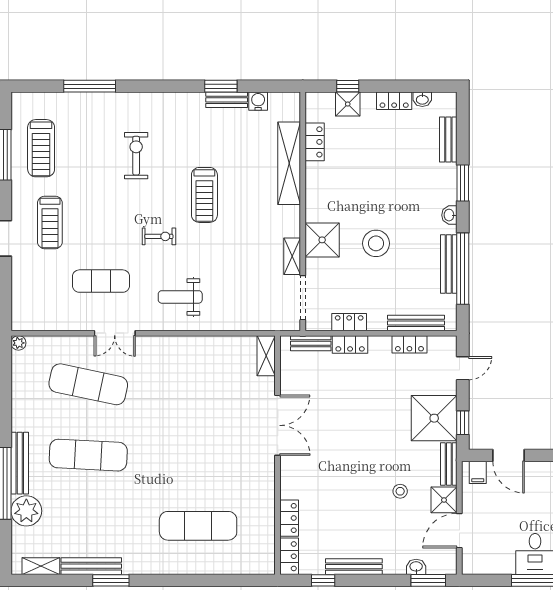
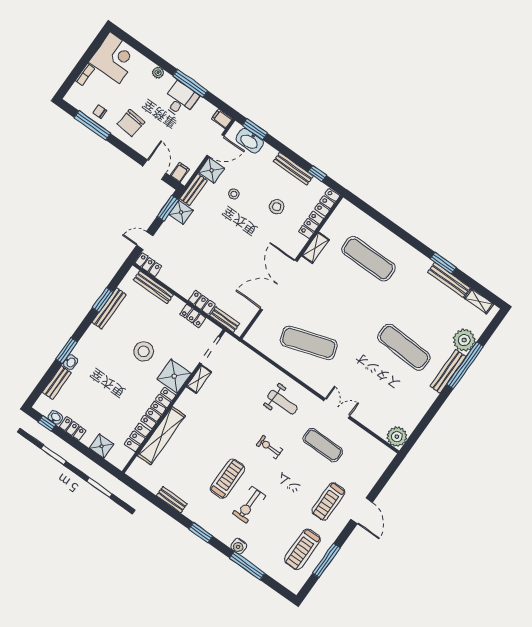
window: (221, 86) -> (201, 533), moved
window: (348, 86) -> (47, 423), moved
water cooler: (258, 101) -> (239, 546), moved
treadmill: (41, 148) -> (302, 549), turned 180
locker: (315, 192) -> (158, 408), added
treadmill: (204, 195) -> (228, 479), moved
washbasin: (449, 215) -> (70, 362), moved
treadmill: (50, 222) -> (328, 501), turned 180
window: (463, 269) -> (103, 300), width x0.47
plant: (18, 343) -> (397, 437), width x1.88, depth x1.88
locker: (409, 344) -> (148, 265), moved
shelving: (266, 356) -> (315, 248), moved
exercise mat: (88, 384) -> (309, 343), moved, turned -30
shower: (434, 418) -> (181, 212), width x0.54, depth x0.54
window: (463, 423) -> (168, 208), width x1.50
double door: (278, 425) -> (279, 285), width x1.36
stool: (342, 511) -> (277, 207), added
filing cabinet: (473, 566) -> (222, 119), added
washbasin: (416, 567) -> (250, 141), width x1.91, depth x1.45

